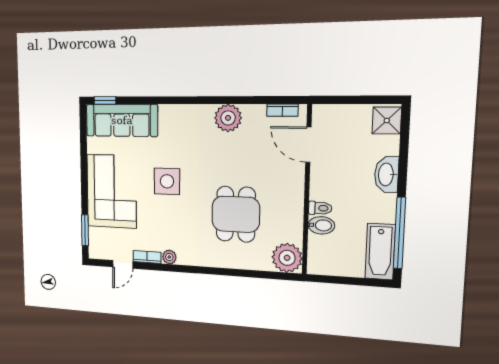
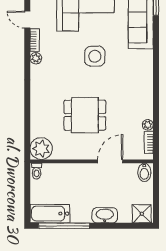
plant: (228, 118) -> (148, 125), moved, width x0.53, depth x0.53
door: (308, 145) -> (110, 161), moved
toilet: (320, 208) -> (37, 171), moved
dining table: (236, 214) -> (85, 115), moved
bidet: (321, 225) -> (144, 172), moved

